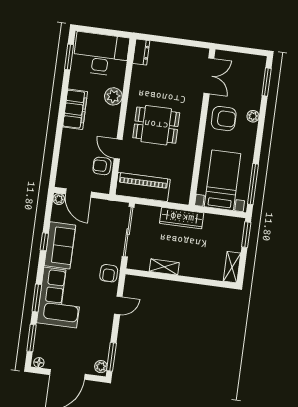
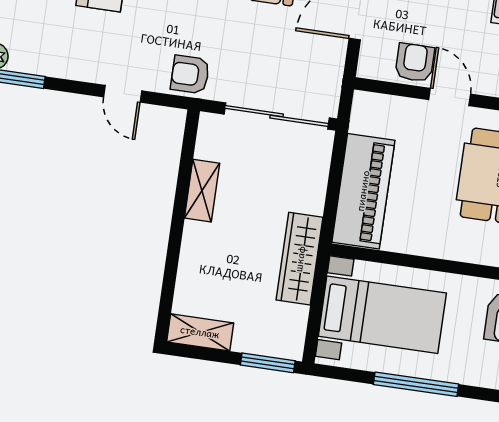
door: (118, 149) -> (450, 97), hinge flipped
window: (253, 184) -> (416, 384), moved
piano: (143, 187) -> (363, 191), moved
wardrobe: (182, 218) -> (300, 259), moved

